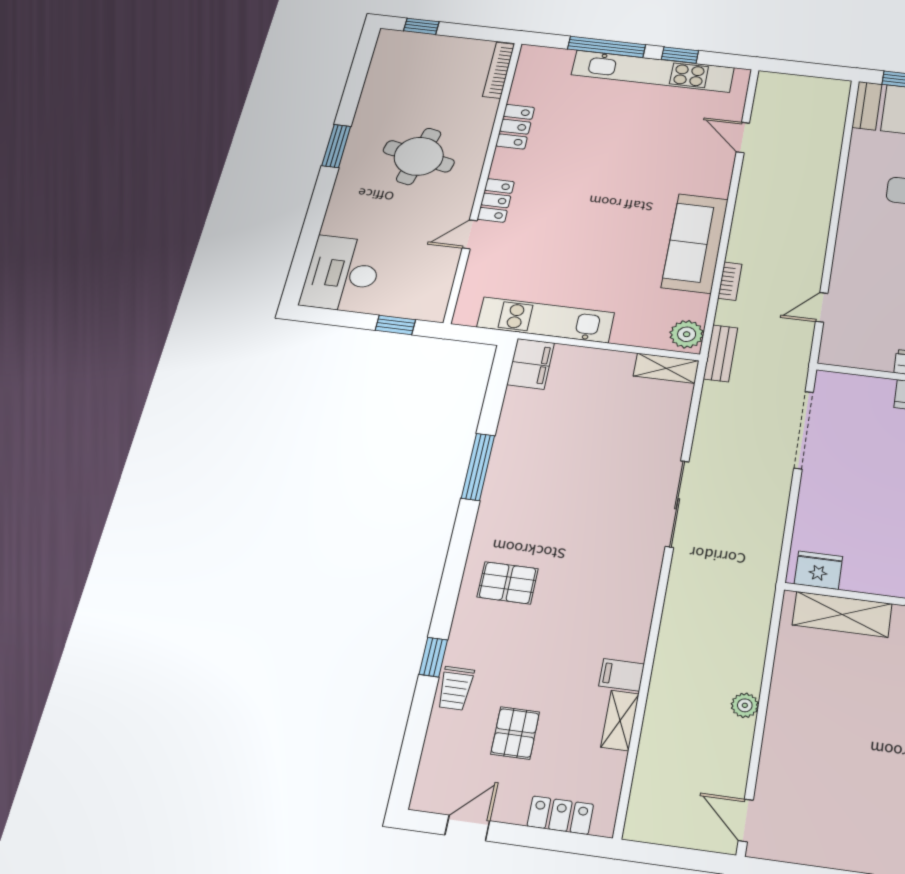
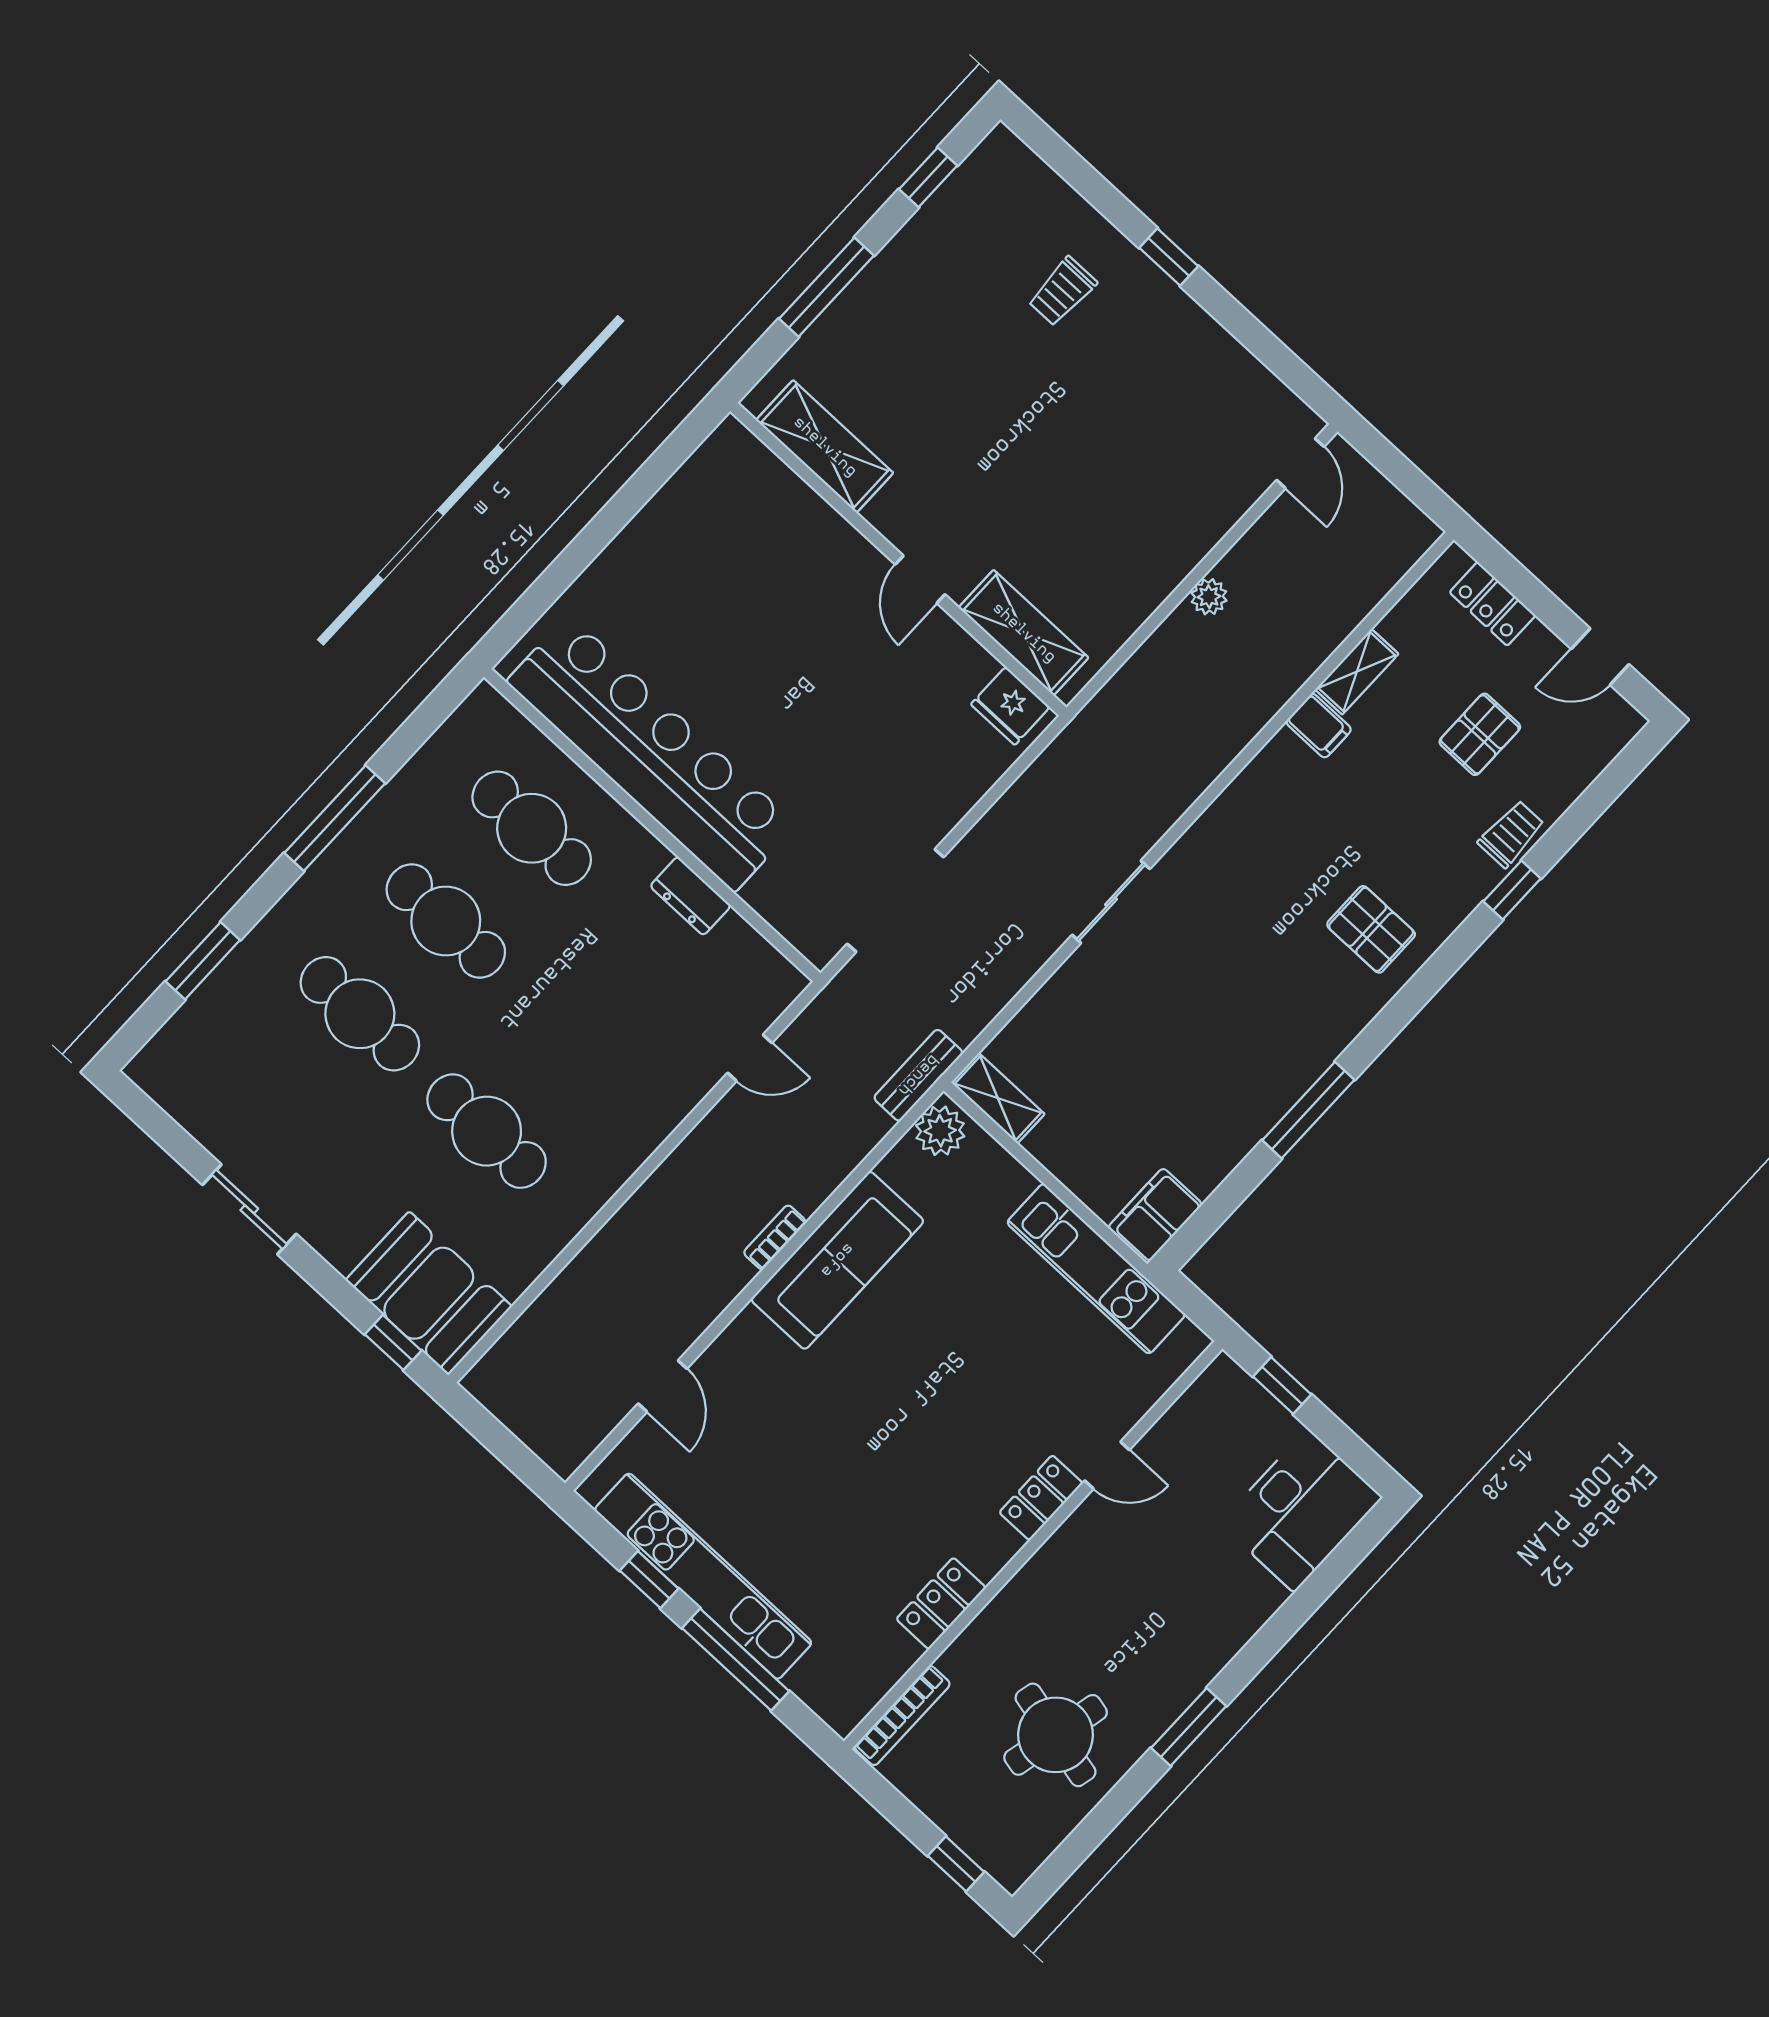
round table: (419, 156) -> (1056, 1735), moved
bookcase: (730, 281) -> (775, 1237), moved
sliding door: (677, 504) -> (1111, 902), width x0.73

